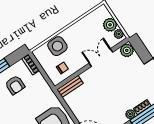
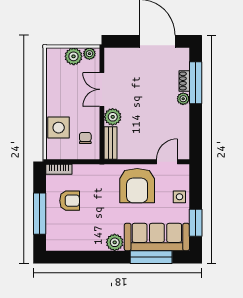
plant: (127, 50) -> (113, 117), moved

